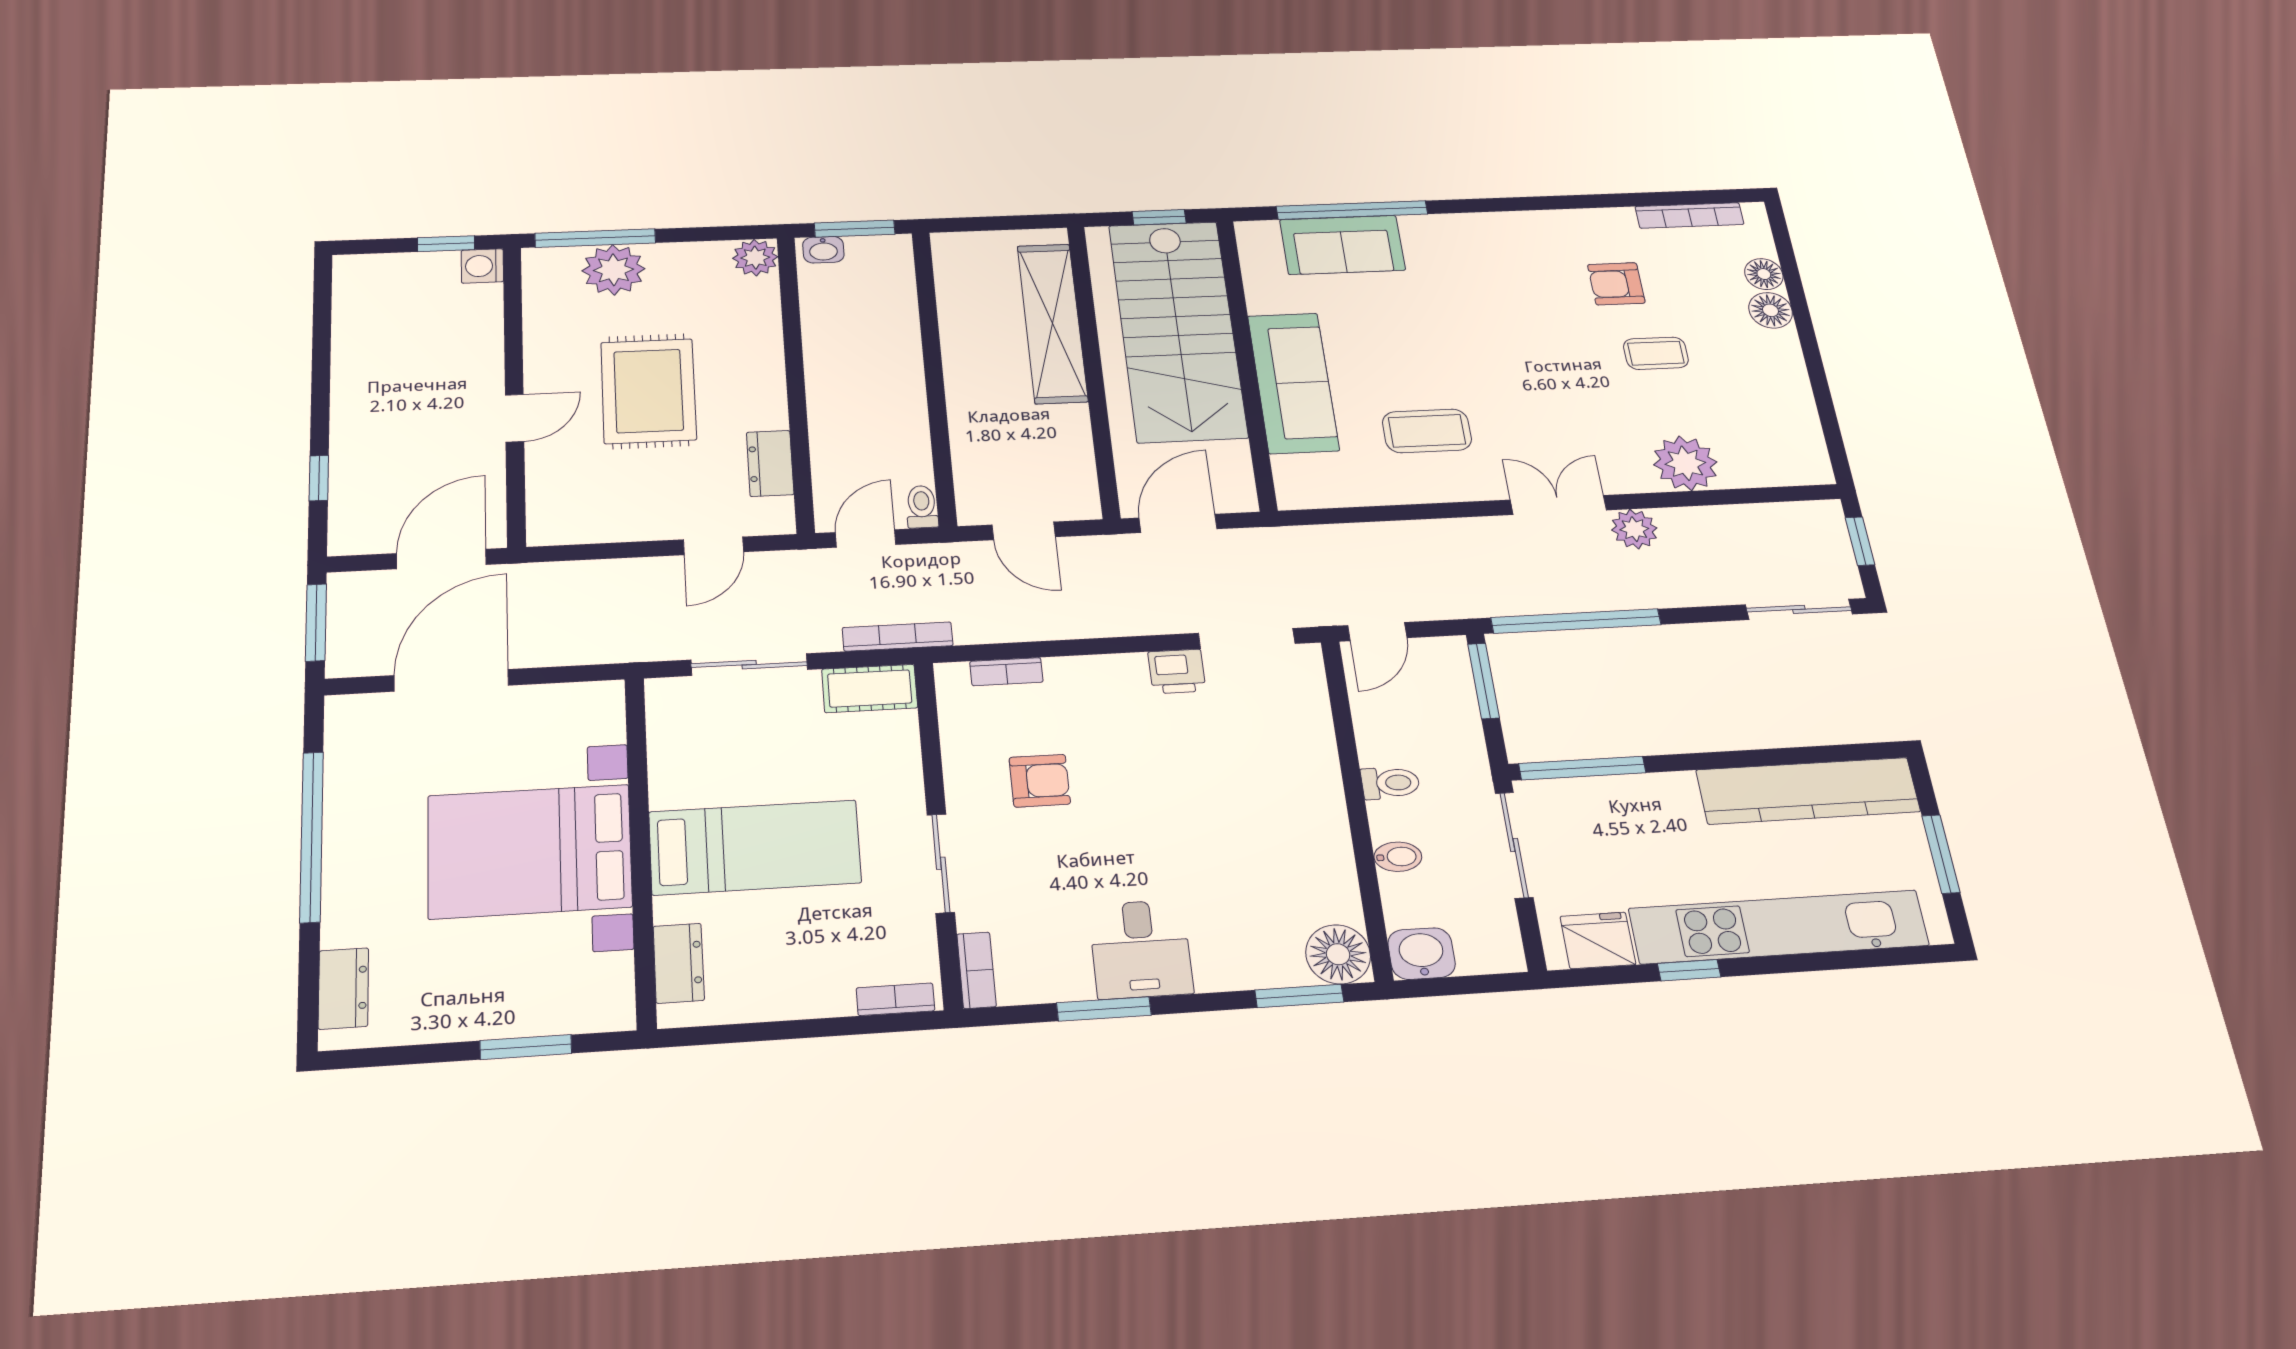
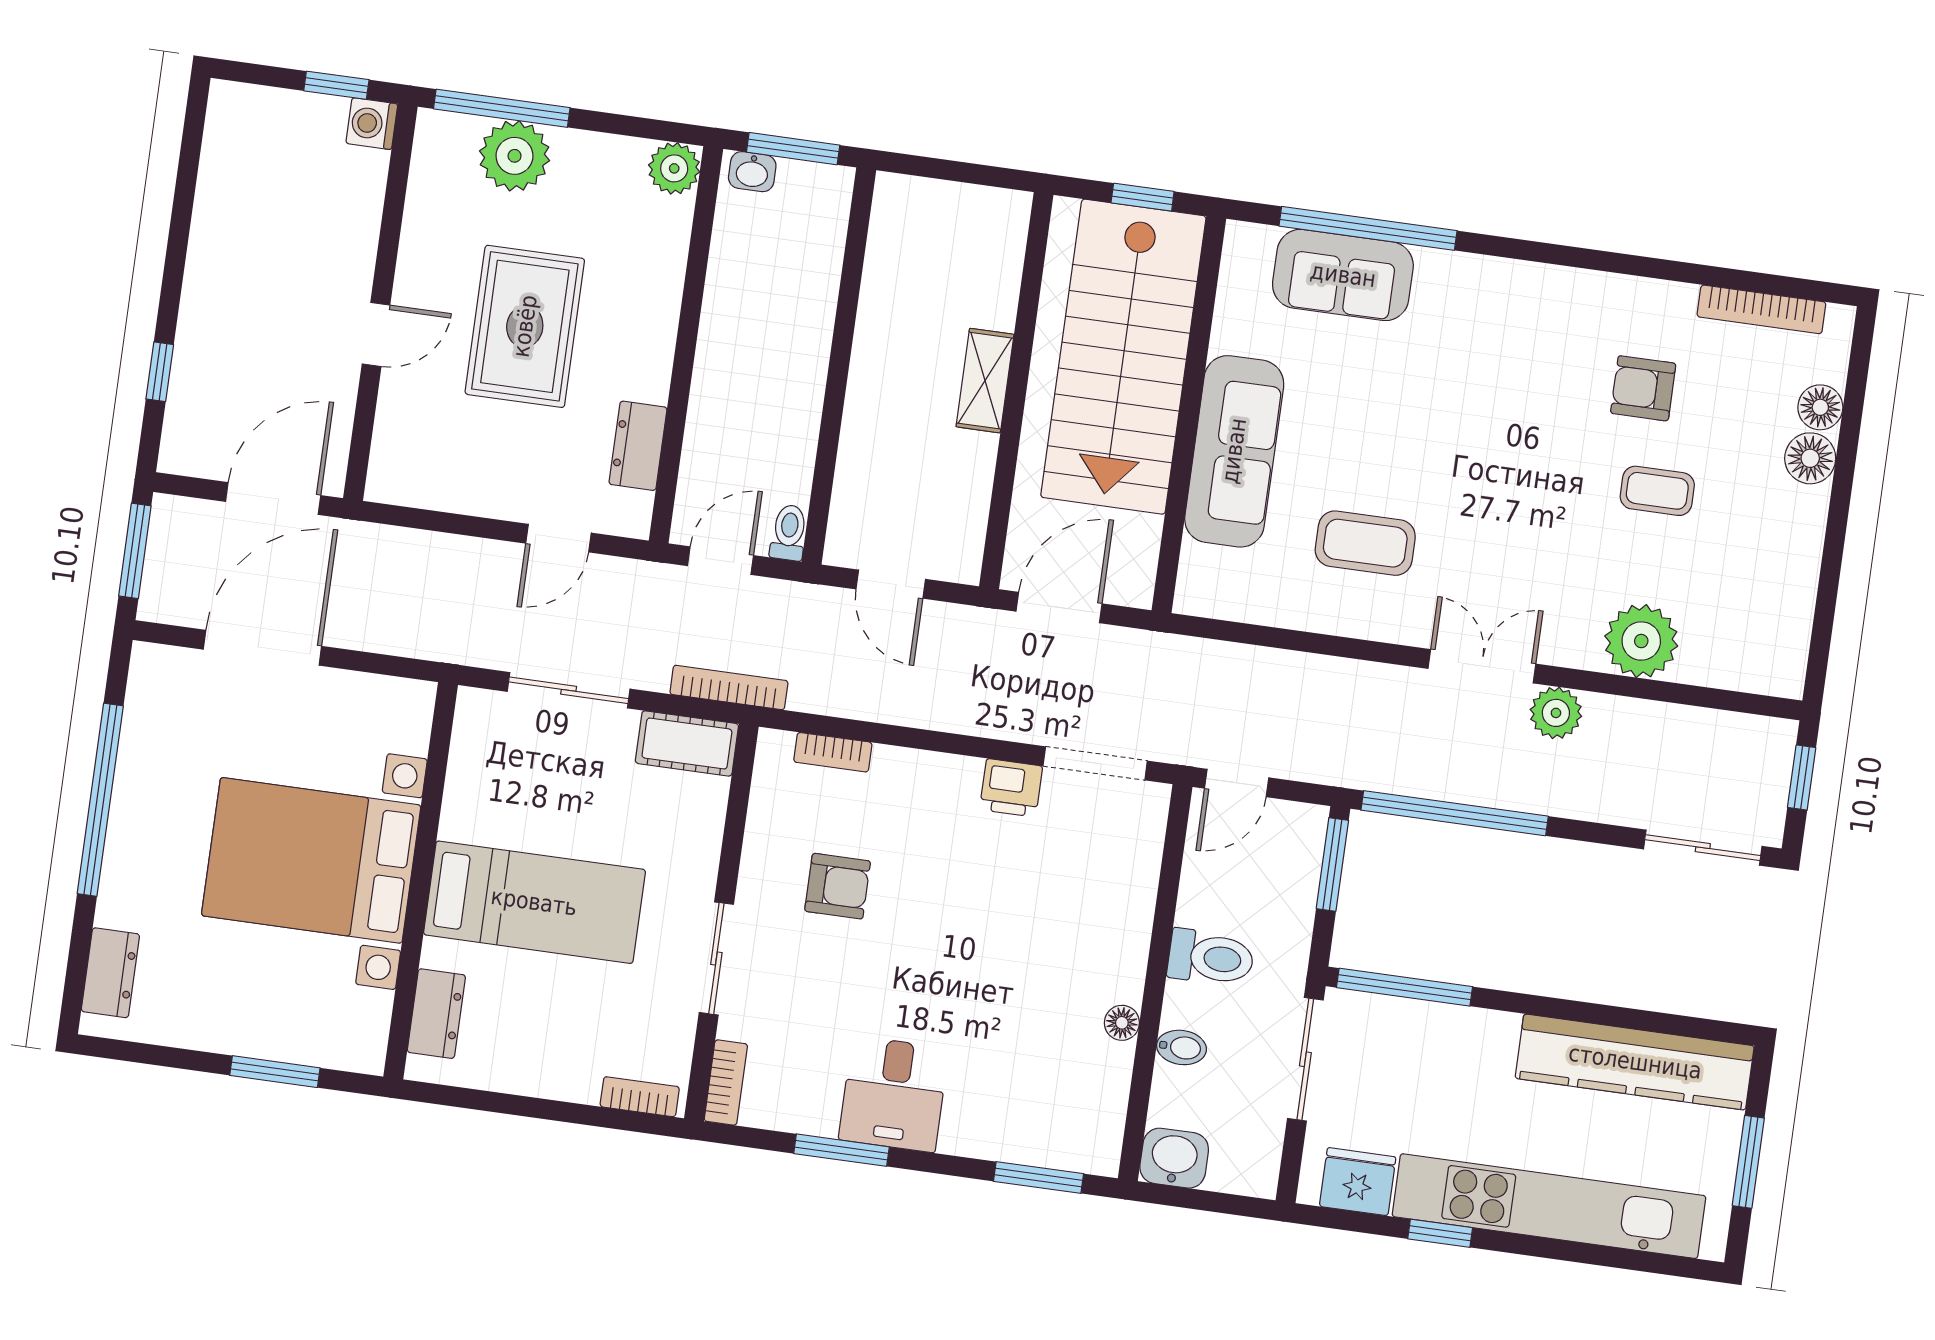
shelving: (1052, 323) -> (985, 381), width x0.45, depth x0.75
toilet: (1390, 783) -> (1211, 958), width x1.37, depth x1.39
floor lamp: (1338, 954) -> (1122, 1023), moved, width x0.53, depth x0.53

